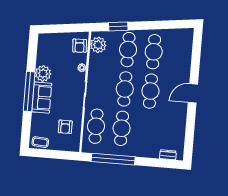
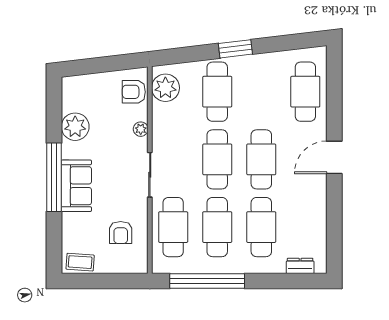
window: (118, 26) -> (235, 49), moved
armchair: (80, 46) -> (134, 92), turned 93
cafe table: (154, 52) -> (305, 92), moved
plant: (43, 73) -> (75, 127), moved
cafe table: (147, 130) -> (261, 227), added

